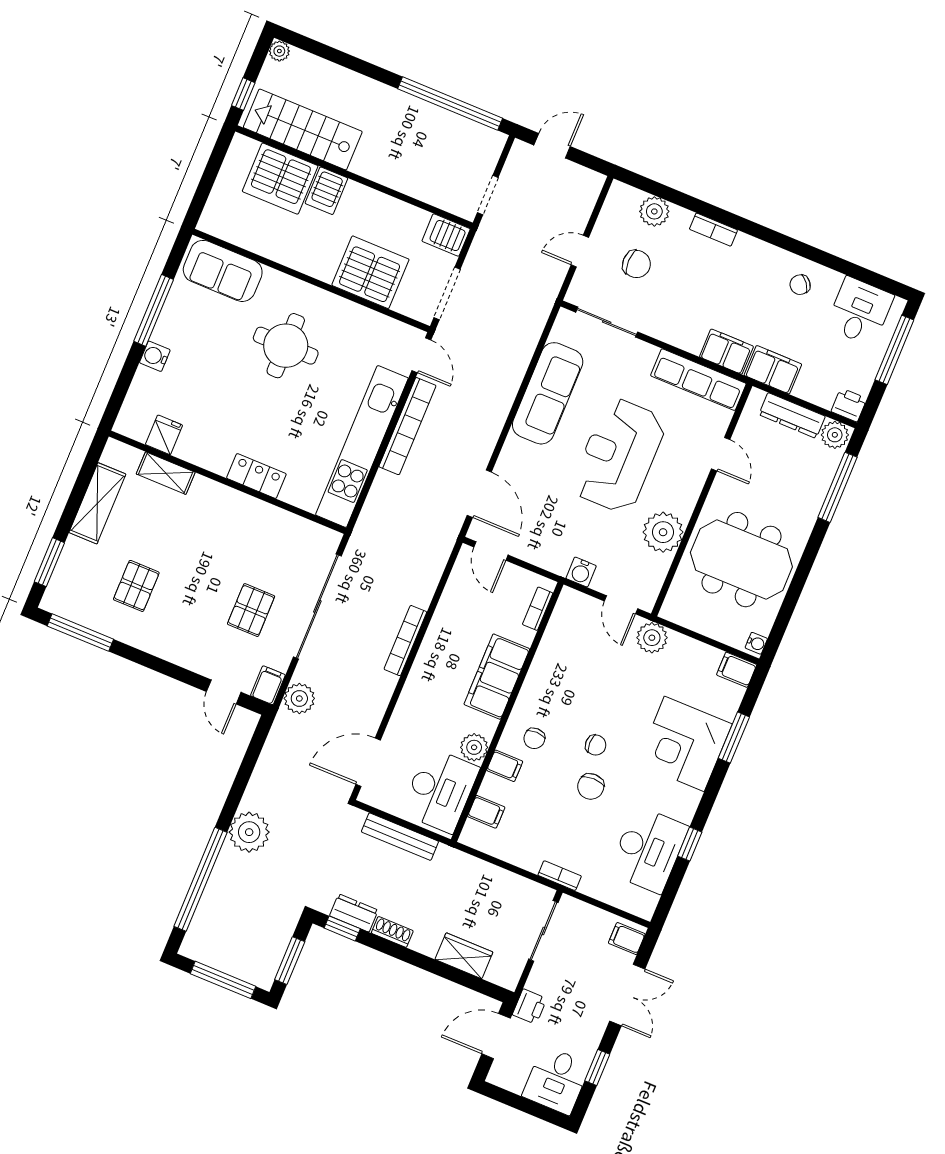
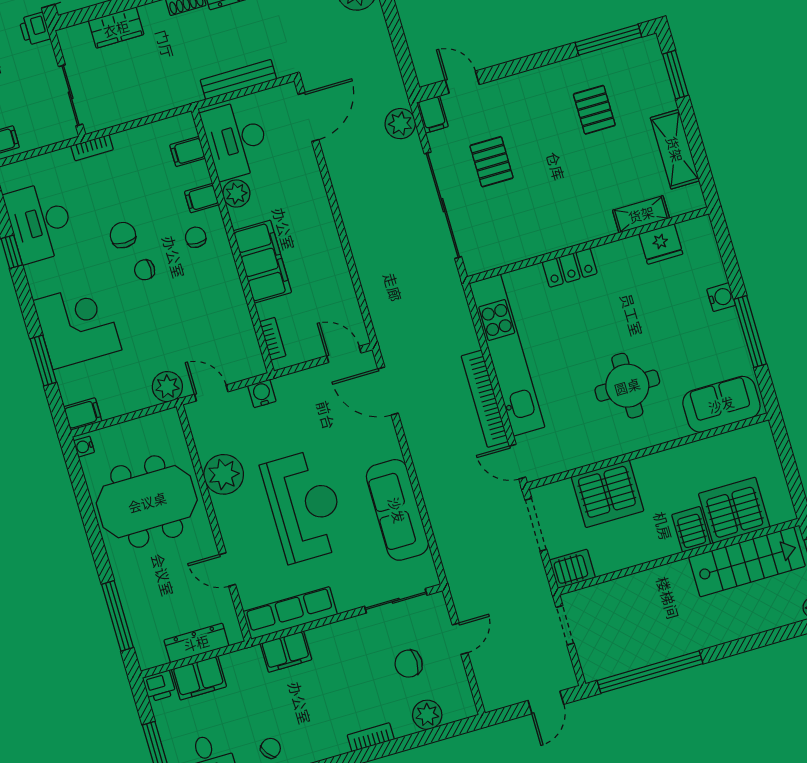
filing cabinet: (773, 370) -> (199, 678), moved
fridge: (164, 435) -> (661, 244), width x1.38
plant: (835, 435) -> (152, 654), removed
bookcase: (405, 641) -> (355, 233), removed

